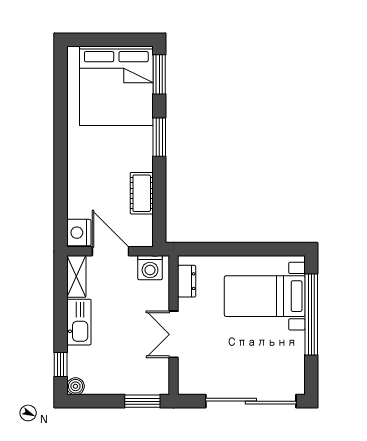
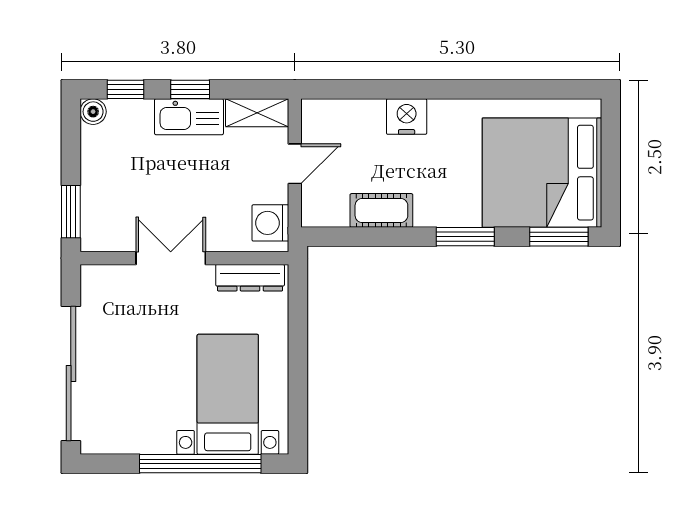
nightstand: (79, 233) -> (407, 117), moved
door: (110, 251) -> (295, 164), width x0.73
dresser: (187, 281) -> (250, 278), width x1.44
window: (61, 321) -> (190, 89), added

